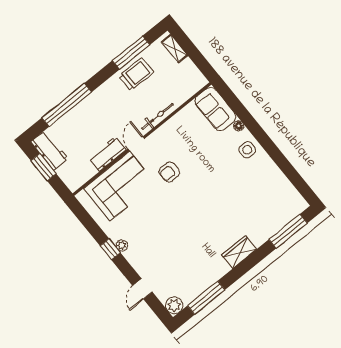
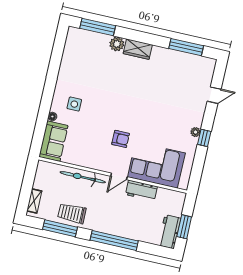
window: (67, 105) -> (114, 241), moved
bicycle: (157, 116) -> (83, 177), width x1.37, depth x1.40
side table: (247, 150) -> (74, 104), moved
plant: (174, 305) -> (117, 44), moved

